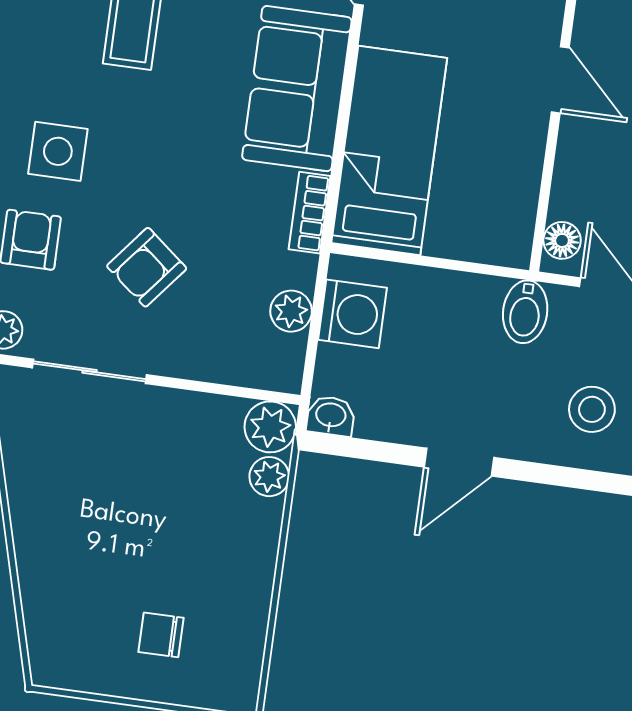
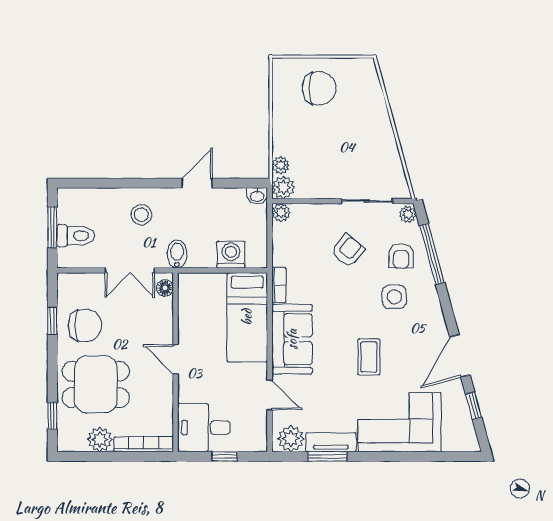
plant: (291, 311) -> (281, 213), moved
washing machine: (352, 314) -> (231, 255), moved, turned 90
chair: (161, 635) -> (319, 88), width x1.87, depth x1.87

